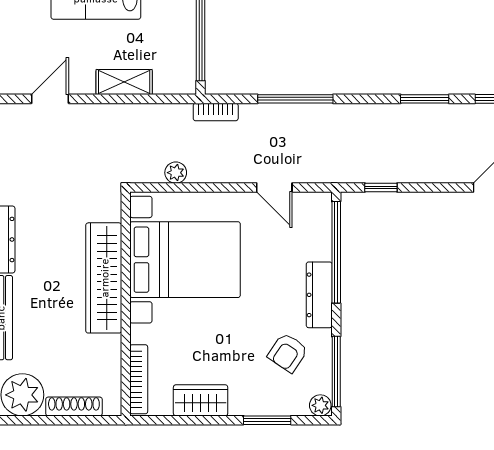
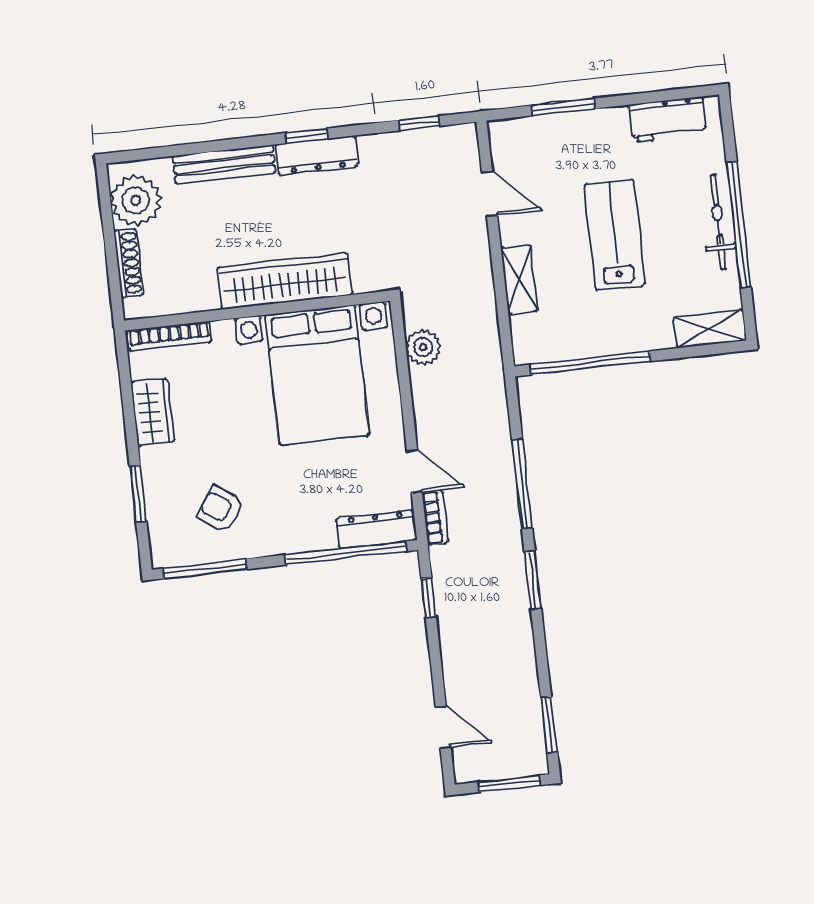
window: (425, 99) -> (533, 580), moved
bookcase: (216, 112) -> (435, 518), moved, turned 180
plant: (176, 173) -> (423, 347), width x1.38, depth x1.38
door: (274, 187) -> (414, 471), swing flipped
dresser: (319, 295) -> (376, 529), moved
plant: (320, 405) -> (163, 554), removed

